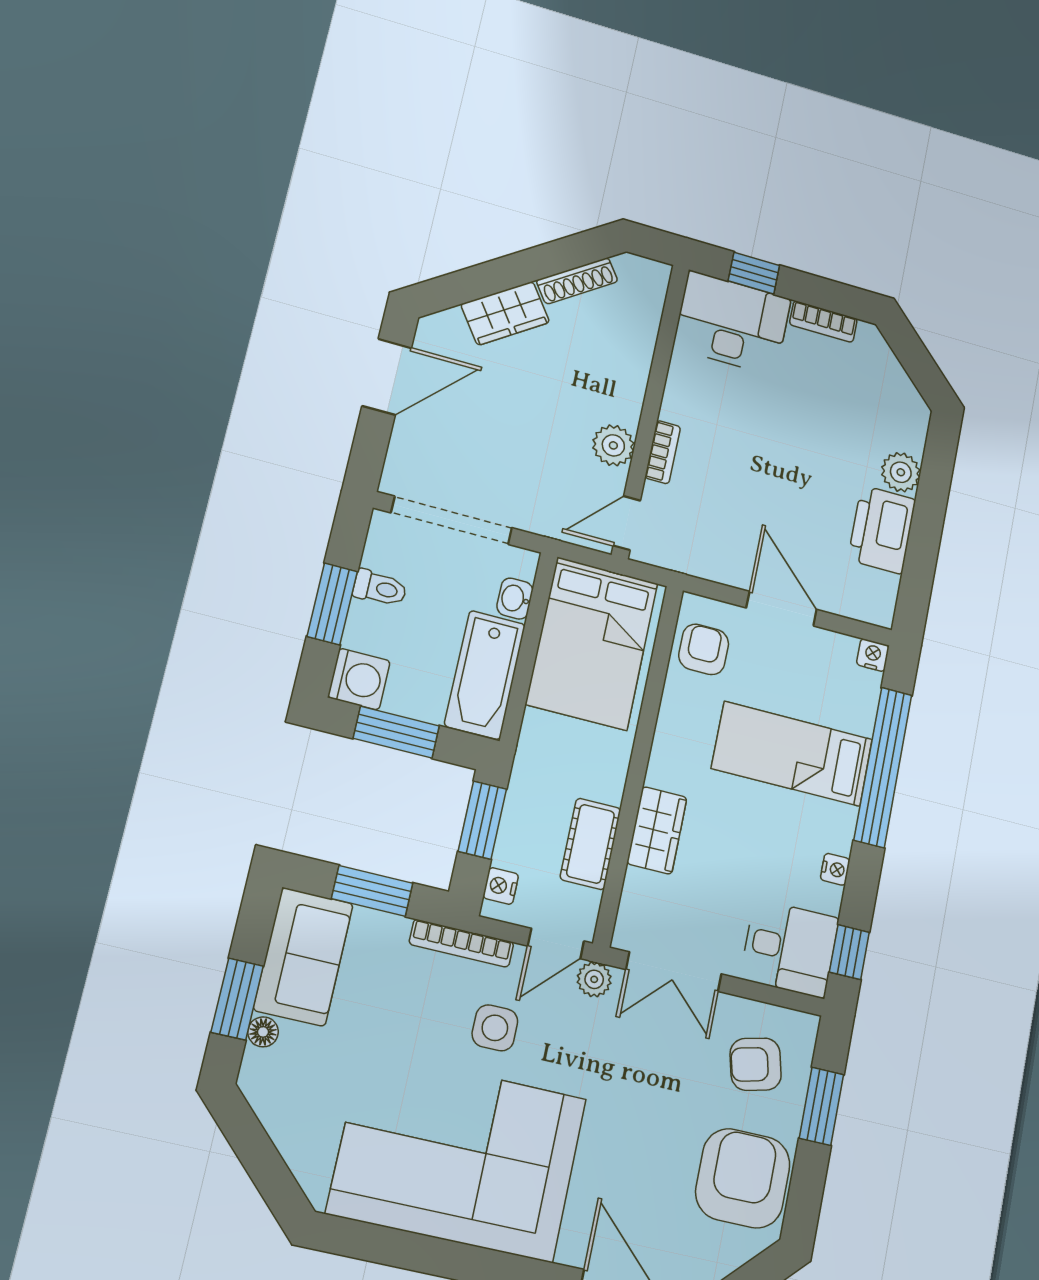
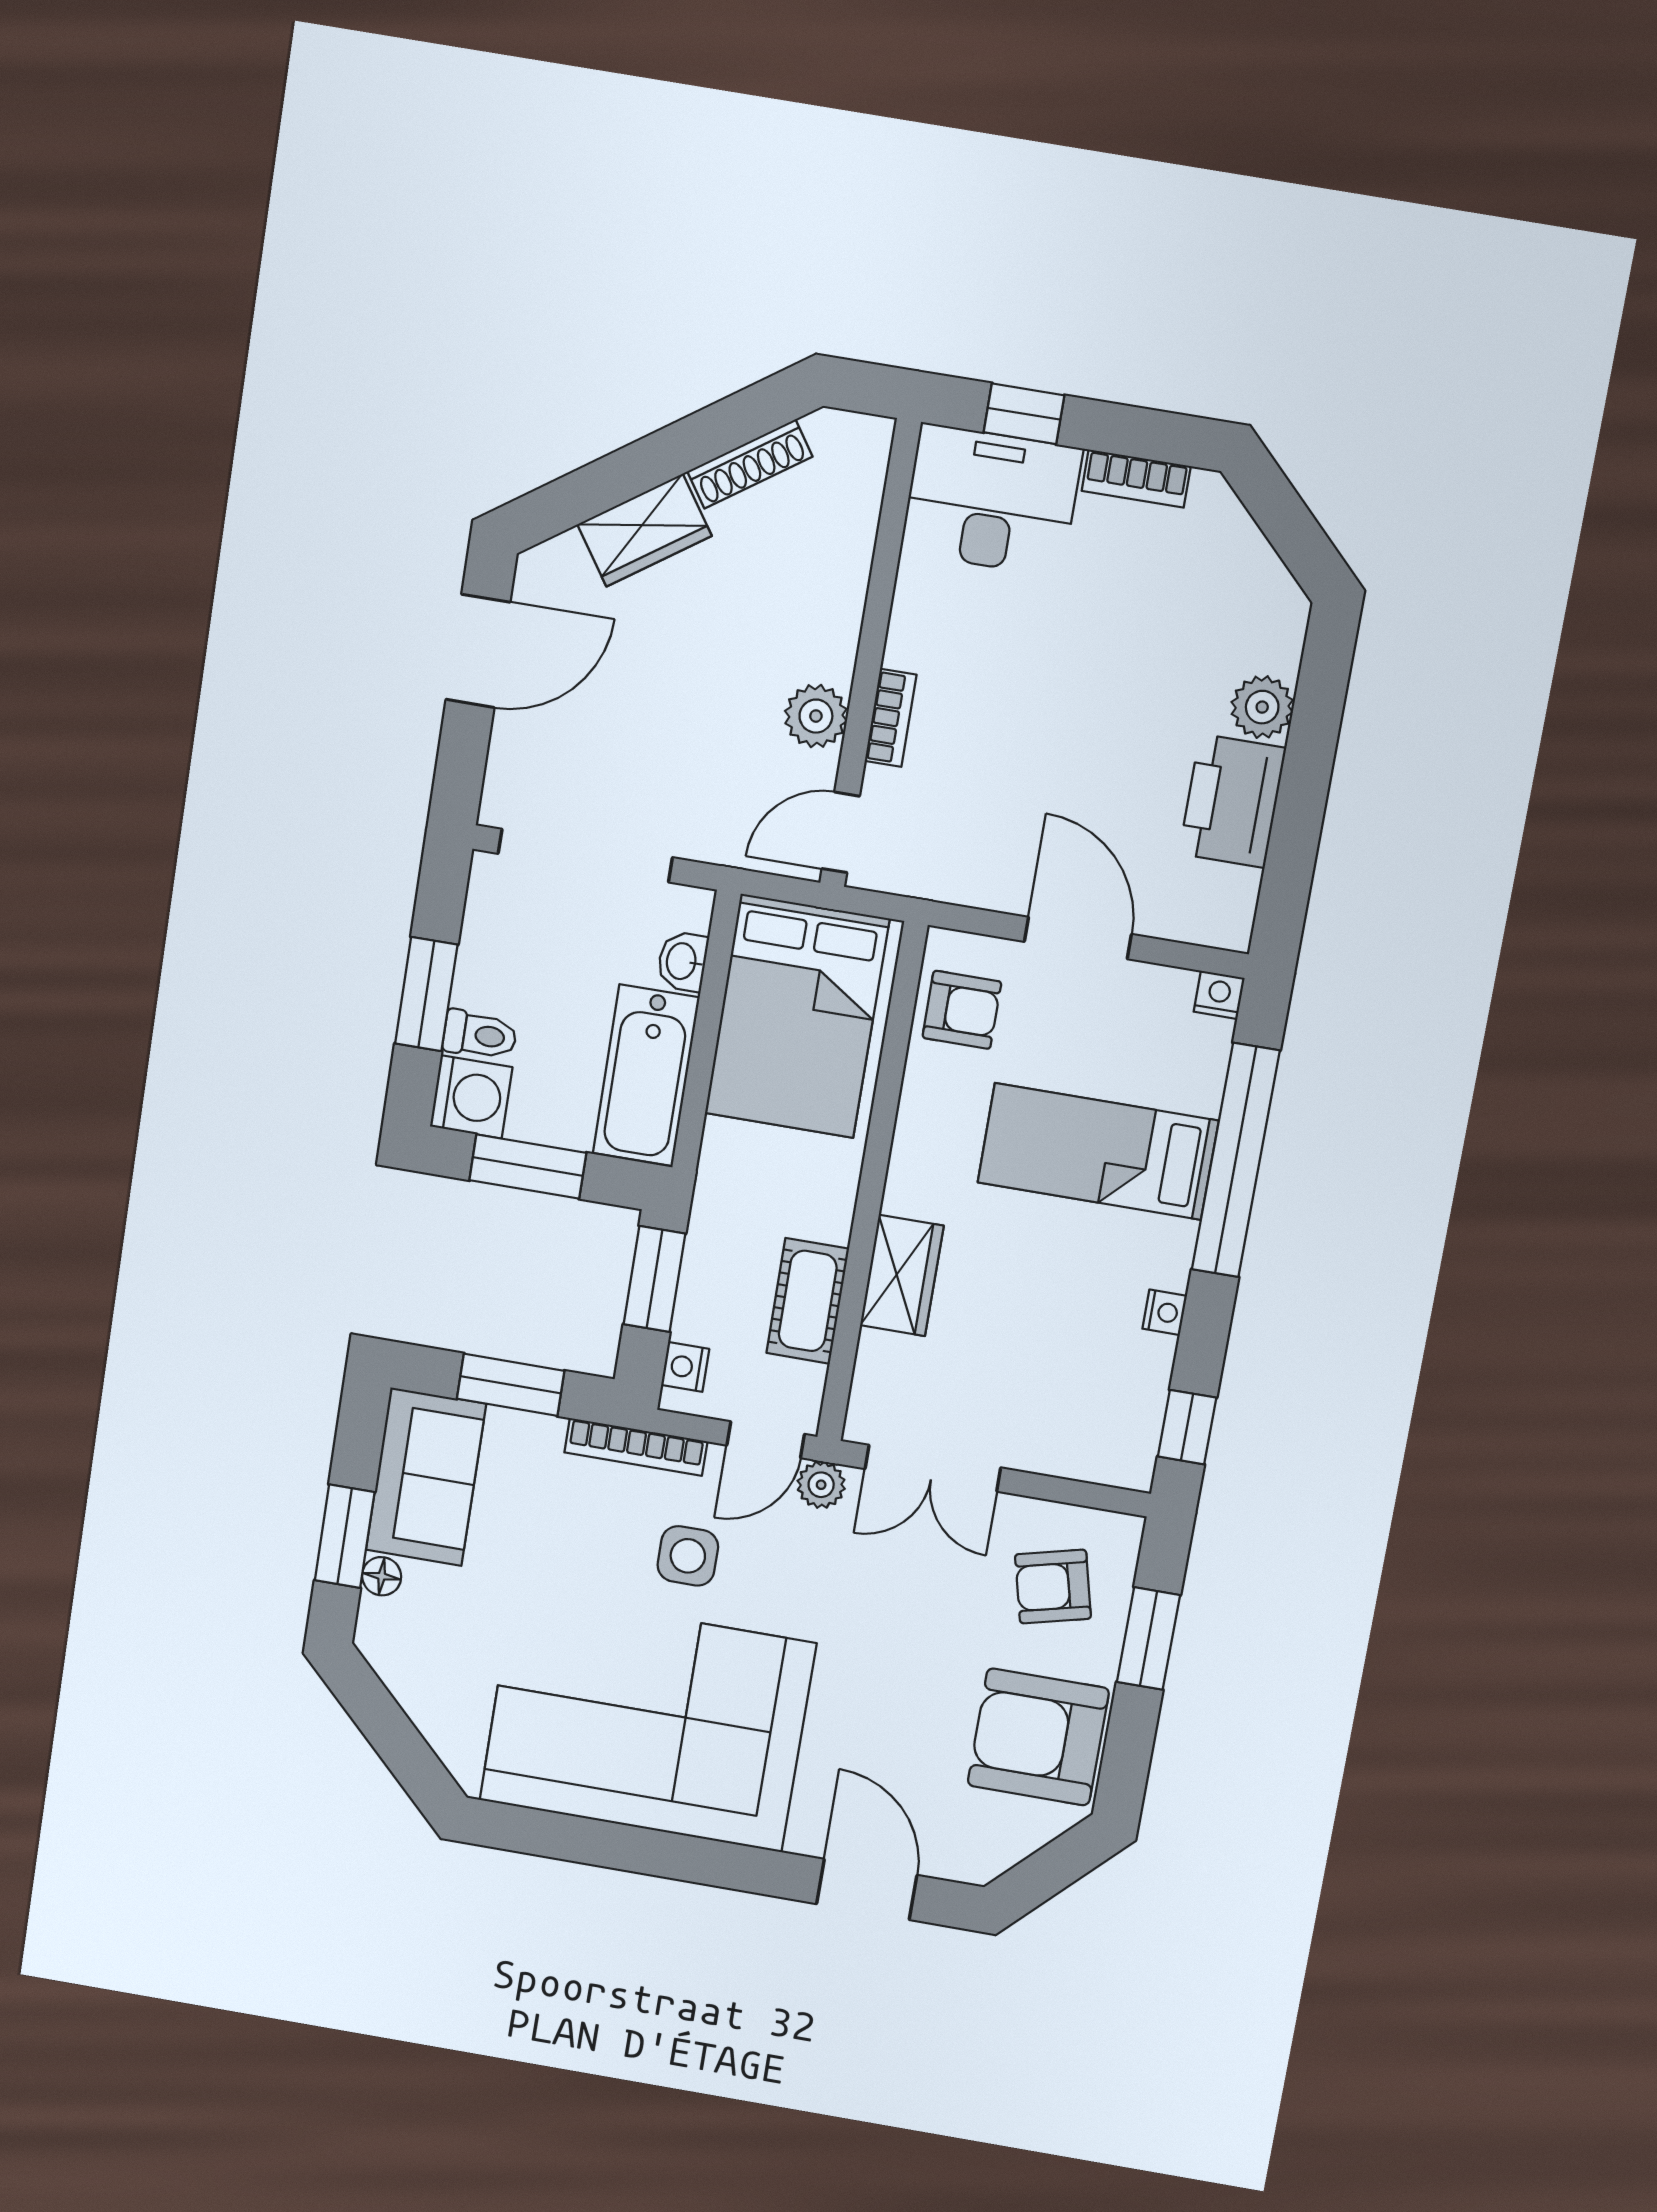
toilet: (380, 588) -> (480, 1035), moved
armchair: (704, 649) -> (962, 1010), turned 90
desk: (790, 948) -> (1099, 1427), removed
armchair: (743, 1178) -> (1038, 1737), turned -90

